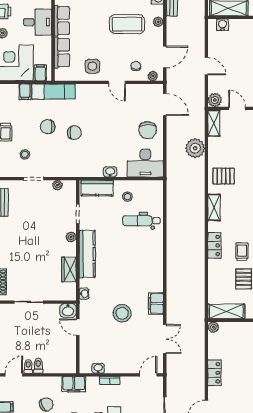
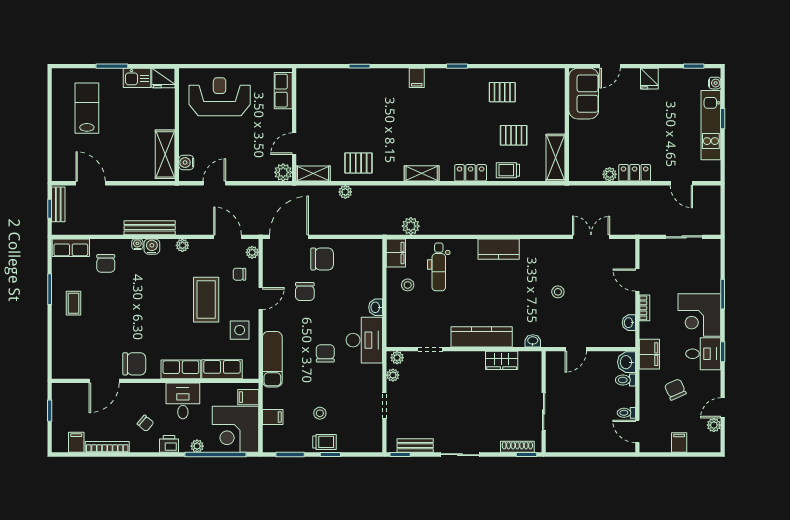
coffee table: (127, 24) -> (206, 300), moved
door: (206, 66) -> (214, 183), moved
exam couch: (54, 92) -> (272, 359), moved
door: (165, 105) -> (289, 237), width x1.36
chair: (48, 127) -> (305, 292), moved
plant: (195, 148) -> (345, 192), width x0.53, depth x0.53
stool: (25, 154) -> (320, 413), moved
desk: (145, 163) -> (364, 340), moved
pallet: (224, 176) -> (358, 163), moved, turned 90
kitchen counter: (97, 188) -> (499, 249), moved, turned 90
plant: (173, 199) -> (411, 226), added
plant: (71, 237) -> (397, 358), moved
trolley: (242, 252) -> (508, 170), moved
filing cabinet: (156, 303) -> (396, 253), moved, turned -90
washbasin: (68, 310) -> (626, 362), moved, turned 180
stool: (122, 313) -> (558, 292), width x0.53, depth x0.53
plant: (213, 327) -> (610, 174), moved
toilet: (38, 366) -> (625, 380), moved
door: (148, 375) -> (637, 280), moved

